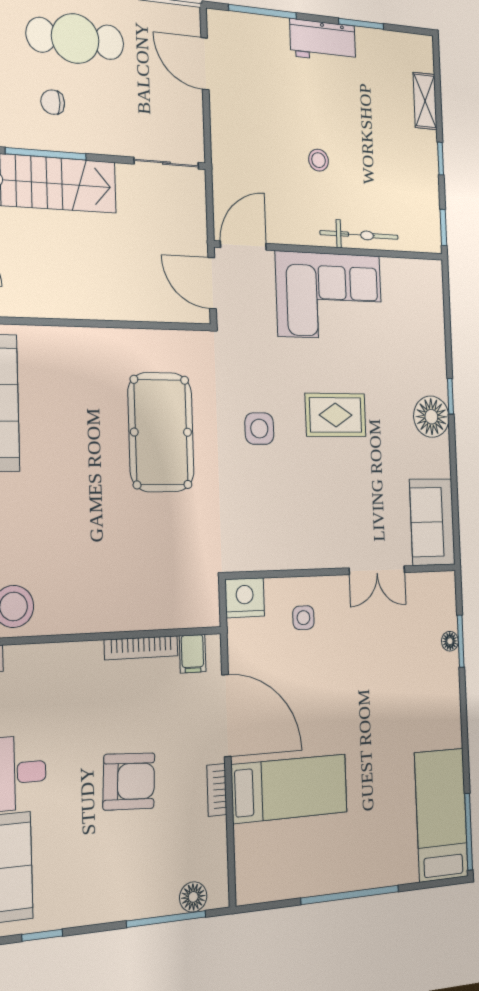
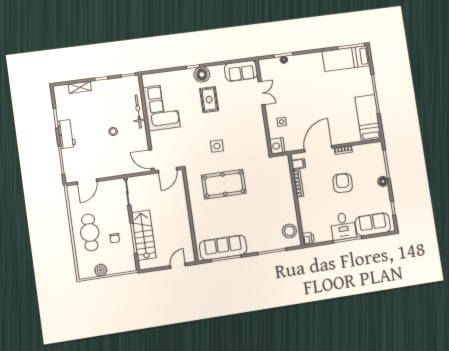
corner sofa: (329, 296) -> (161, 107), moved
rug: (336, 415) -> (209, 100), moved
bed: (290, 789) -> (368, 118), moved
floor lamp: (193, 897) -> (383, 181), moved

